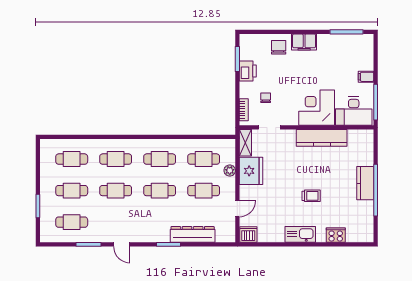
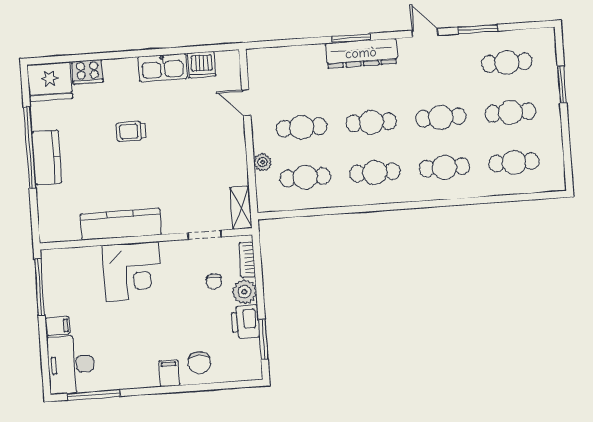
filing cabinet: (304, 42) -> (169, 373), width x0.50
plant: (247, 90) -> (244, 292), added
desk: (354, 111) -> (71, 365), moved, turned -90
fridge: (251, 171) -> (50, 81), moved, turned -90
door: (237, 209) -> (246, 103), hinge flipped
dresser: (193, 234) -> (361, 53), moved
dishwasher: (248, 234) -> (202, 65), moved
kitchen sink: (300, 234) -> (163, 68), moved

